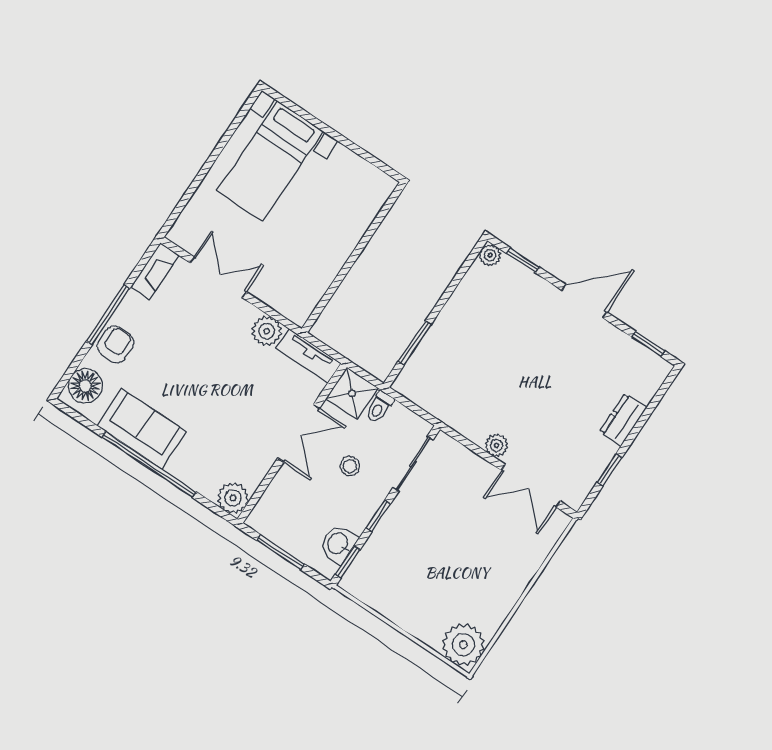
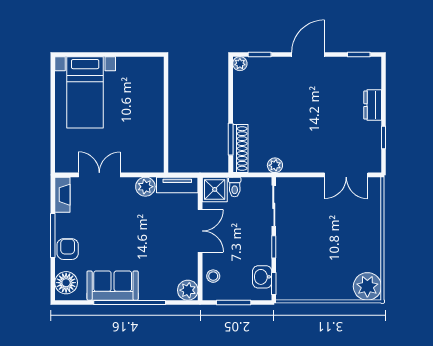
shoe rack: (419, 363) -> (240, 148), added
plant: (496, 445) -> (275, 165), moved
stool: (350, 466) -> (213, 276), moved

